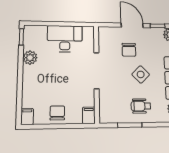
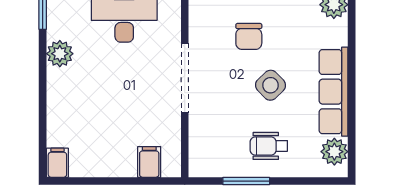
chair: (57, 113) -> (112, 157), removed
filing cabinet: (89, 115) -> (149, 162), moved

